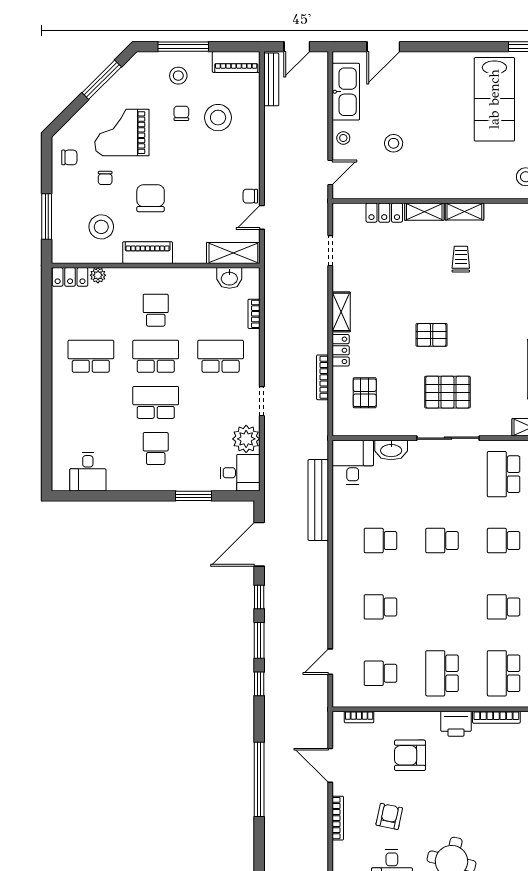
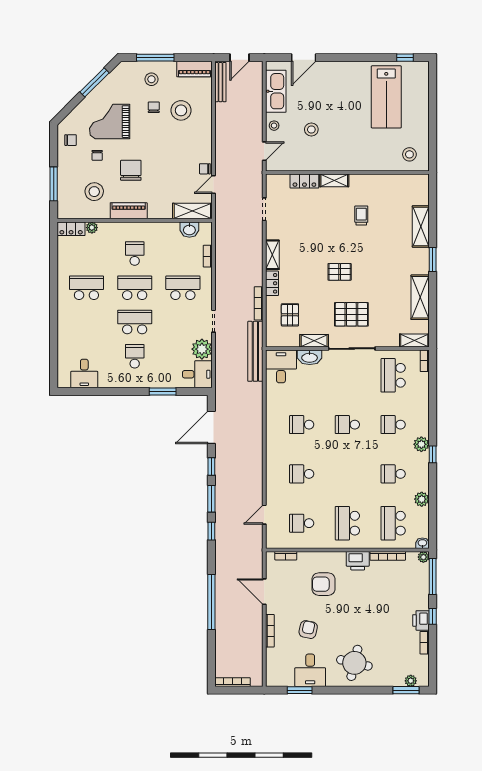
shelving: (464, 212) -> (314, 341), moved
bench: (318, 500) -> (255, 351), moved

